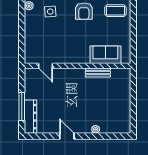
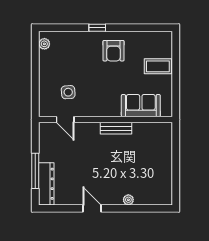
coffee table: (115, 11) -> (158, 66), moved
side table: (50, 12) -> (68, 92), moved
bench: (98, 72) -> (116, 128), moved

